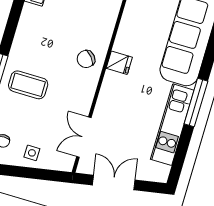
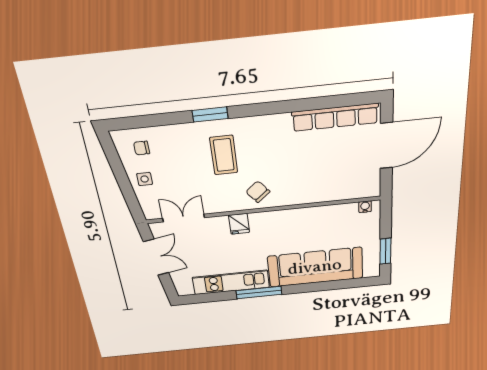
fridge: (119, 63) -> (239, 224), moved
coffee table: (28, 85) -> (224, 155), moved

